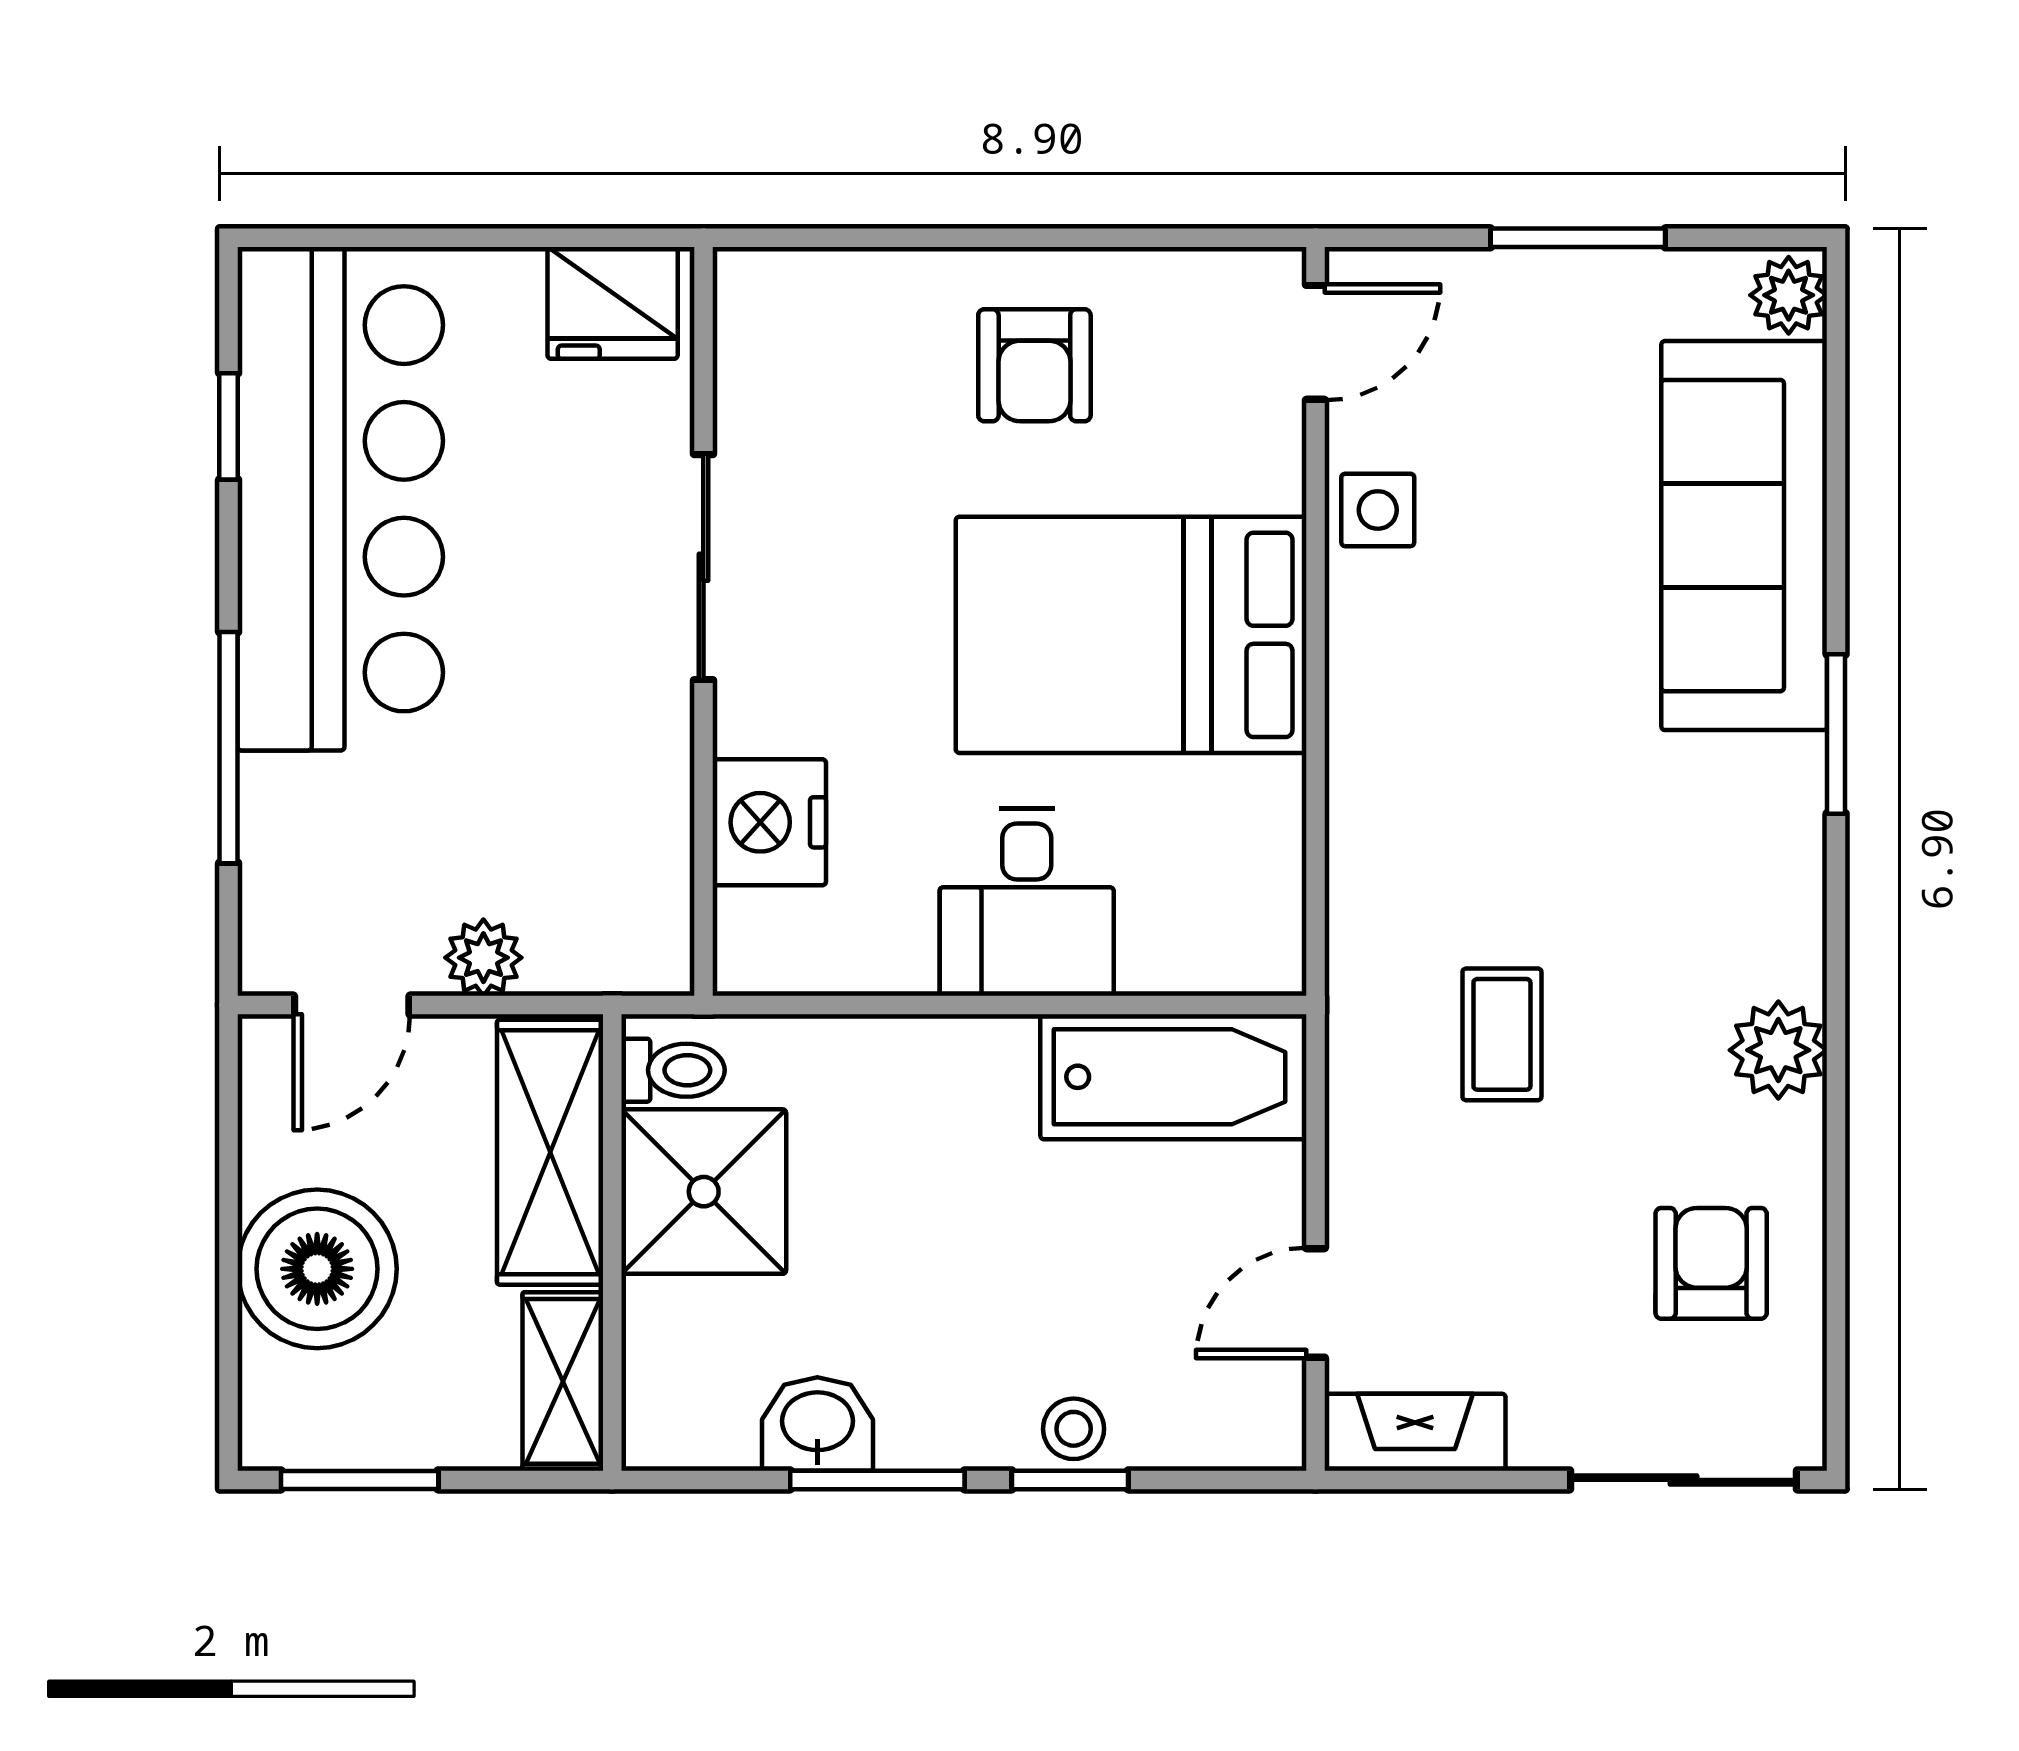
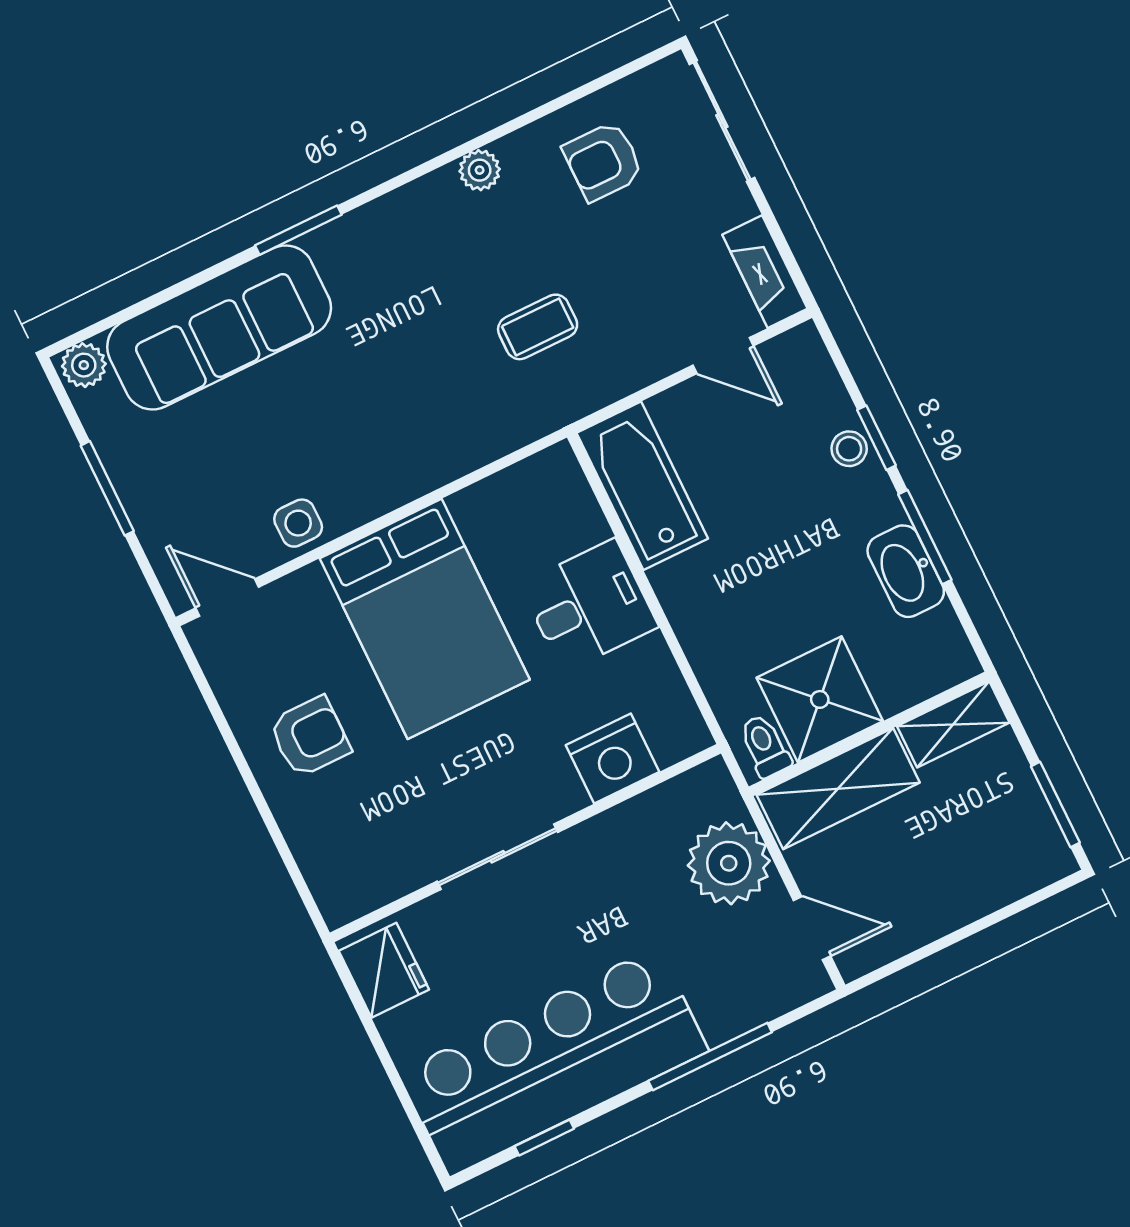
plant: (483, 958) -> (729, 863), width x1.87, depth x1.87
plant: (1778, 1050) -> (480, 170), width x0.73, depth x0.73
boiler: (317, 1269) -> (957, 880), removed
washbasin: (817, 1424) -> (906, 571), width x1.38

